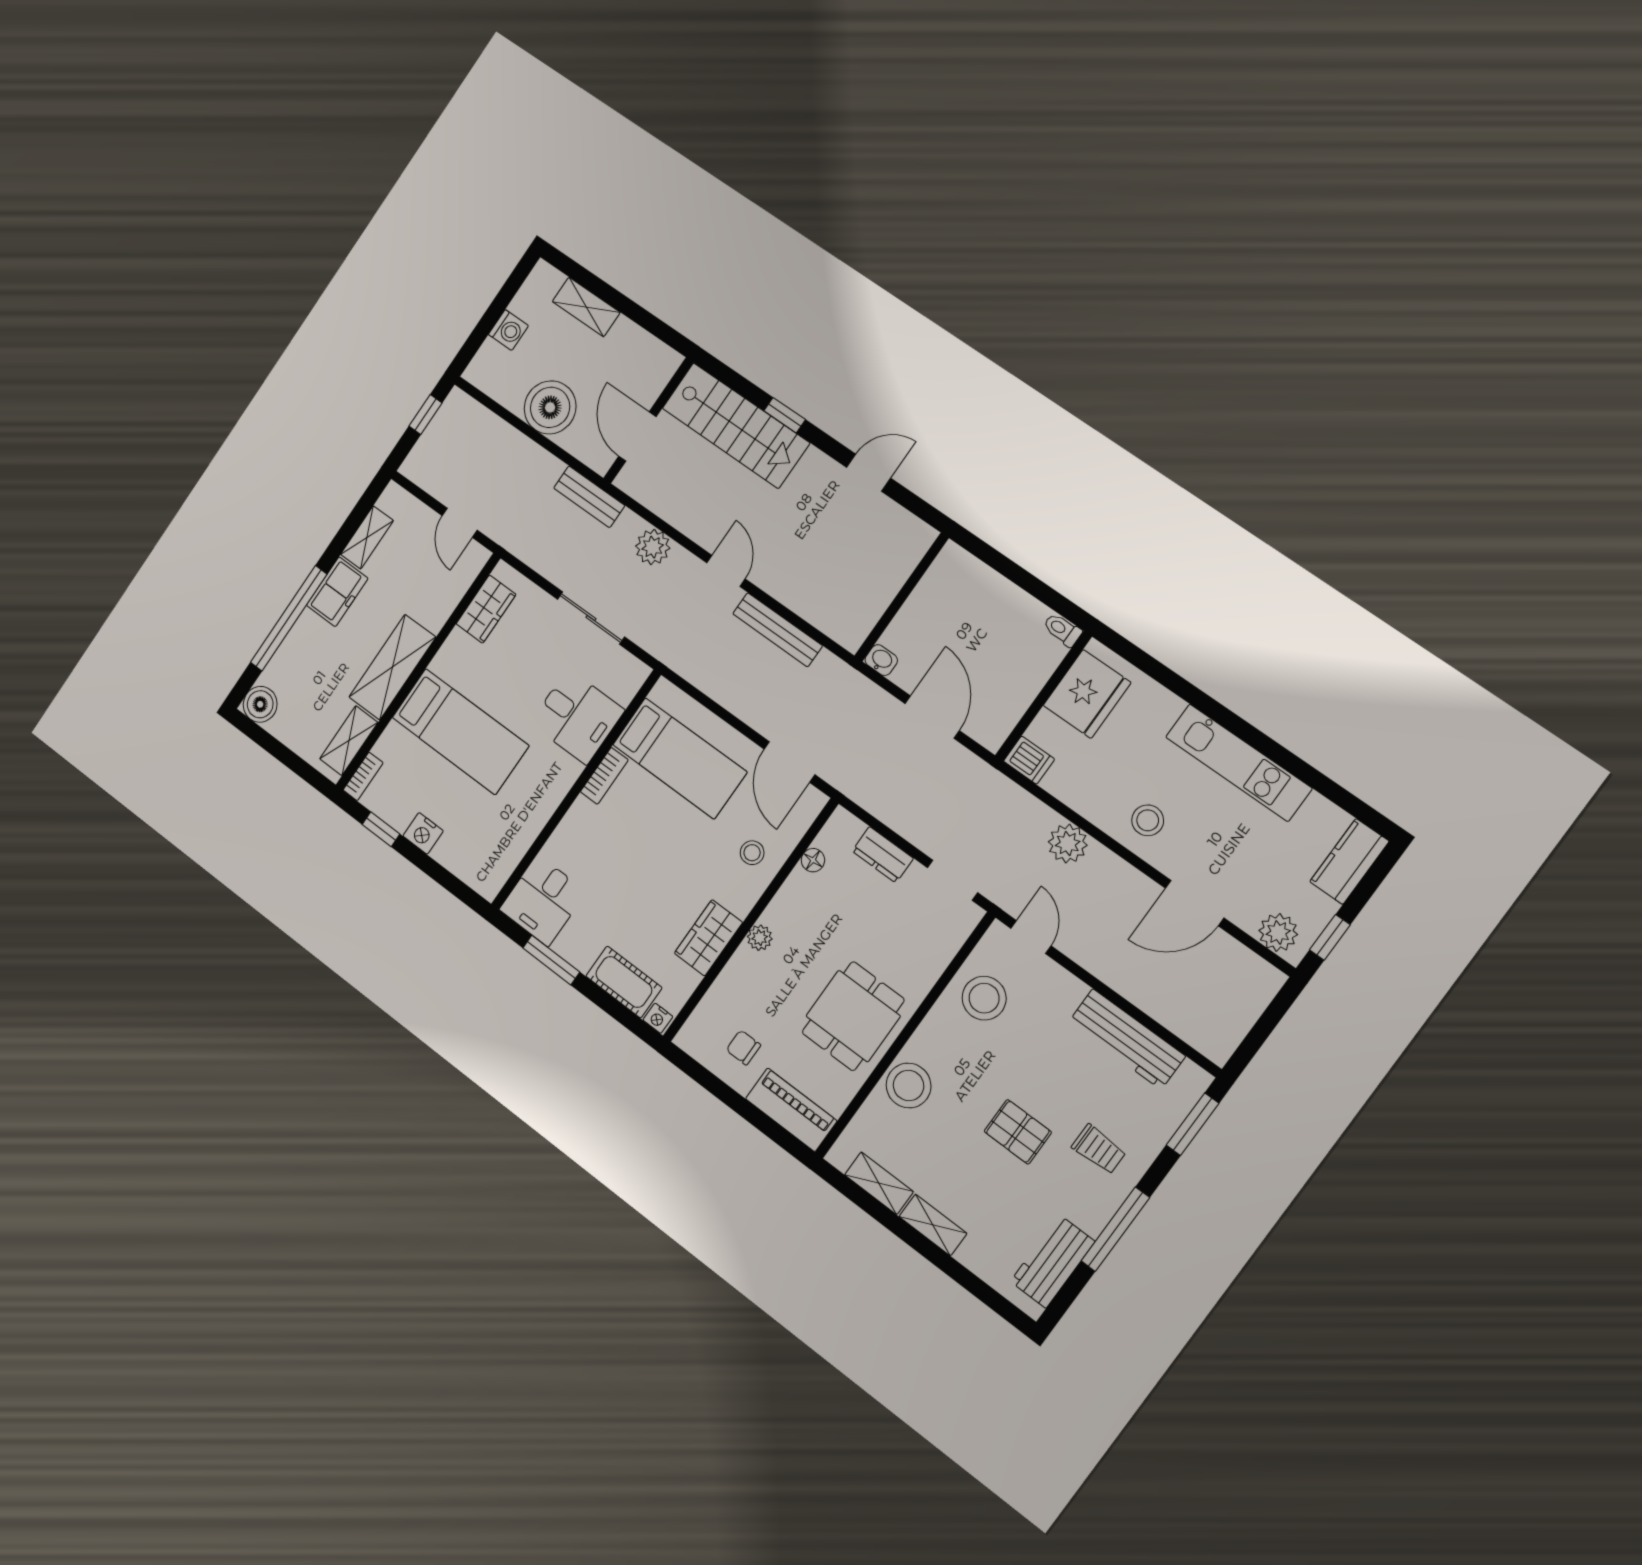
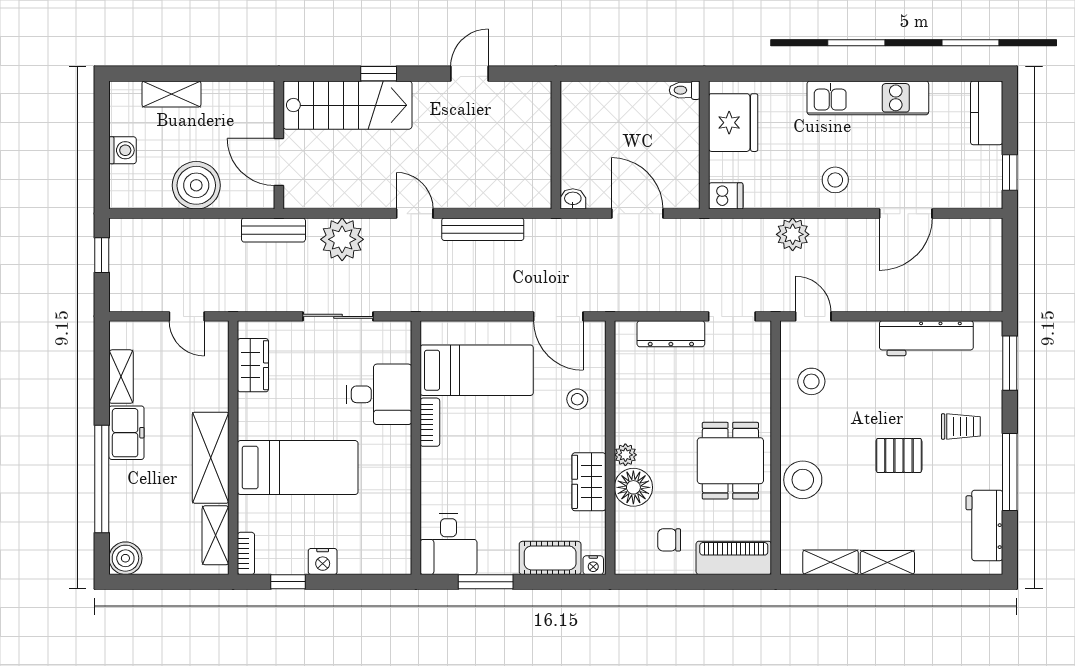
plant: (653, 547) -> (342, 239), width x1.36, depth x1.36
dresser: (883, 855) -> (671, 334), width x1.44
floor lamp: (813, 860) -> (633, 487), moved, width x1.89, depth x1.89
plant: (1278, 932) -> (974, 194), removed
stool: (984, 998) -> (811, 381), width x0.73, depth x0.73

